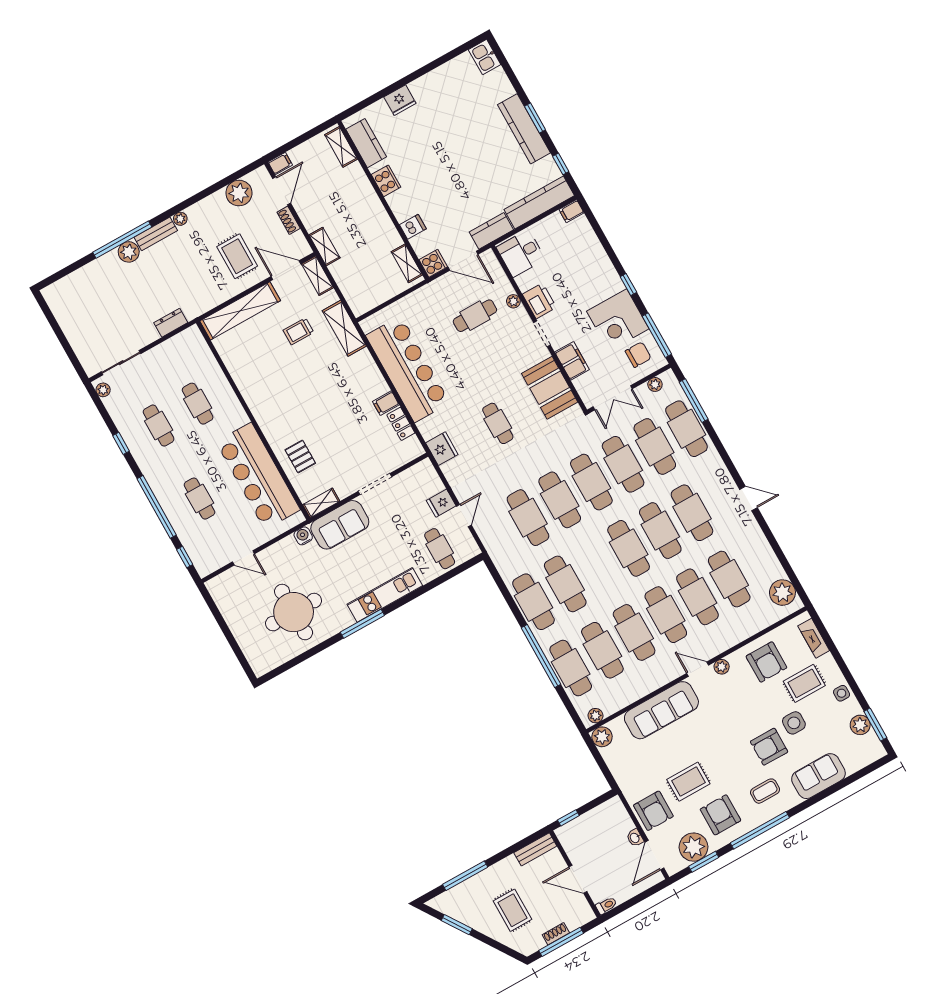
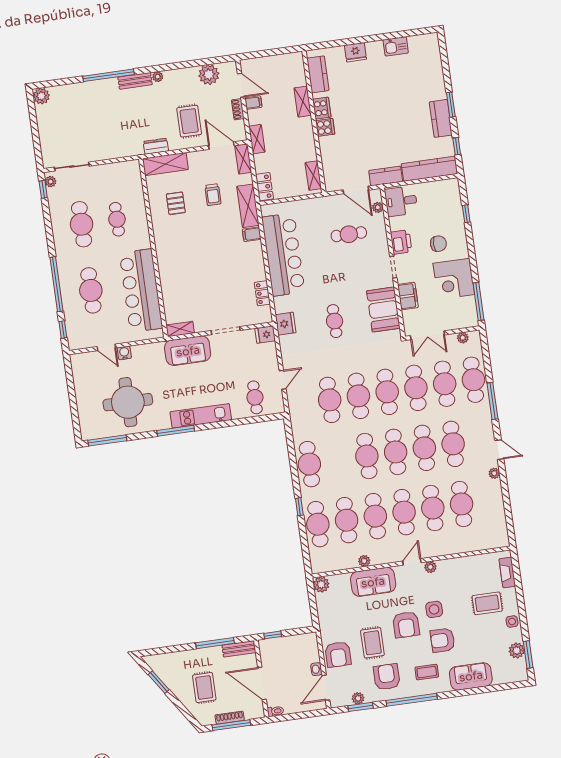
kitchen sink: (485, 57) -> (396, 46), moved, turned -90
kitchen counter: (524, 129) -> (441, 118), width x0.67
shelving: (341, 147) -> (303, 102), moved
filing cabinet: (280, 164) -> (253, 103), moved
door: (282, 191) -> (241, 85), hinge flipped
filing cabinet: (571, 211) -> (451, 184), removed
dishwasher: (413, 227) -> (328, 150), removed
plant: (129, 252) -> (41, 96), moved
cooker: (433, 263) -> (325, 127), moved
window: (628, 284) -> (466, 214), moved
locker: (355, 299) -> (264, 187), added
plant: (513, 301) -> (378, 207), moved
shelving: (240, 311) -> (165, 164), width x0.68
dresser: (171, 323) -> (156, 146), moved
trolley: (298, 331) -> (213, 195), turned -90
chair: (638, 355) -> (438, 244), moved
window: (694, 401) -> (492, 401), moved
filing cabinet: (386, 403) -> (252, 234), moved
cafe table: (159, 426) -> (82, 224), width x1.37, depth x1.35
window: (121, 443) -> (43, 189), moved
pallet: (300, 457) -> (176, 203), moved
cafe table: (200, 499) -> (91, 290), width x1.37, depth x1.35
fridge: (441, 503) -> (265, 335), moved
water cooler: (303, 536) -> (124, 353), moved
cafe table: (565, 584) -> (367, 456), moved
plant: (782, 593) -> (494, 473), moved, width x0.53, depth x0.53
window: (541, 656) -> (299, 507), width x0.32
armchair: (766, 662) -> (406, 625), moved
window: (287, 666) -> (107, 440), added
door: (698, 669) -> (412, 562), hinge flipped
sofa: (661, 710) -> (373, 582), width x0.73
plant: (596, 716) -> (364, 561), moved
side table: (794, 723) -> (434, 609), moved
rug: (688, 782) -> (372, 643), turned 90
plant: (693, 847) -> (358, 698), width x0.53, depth x0.53
window: (465, 876) -> (215, 643), moved
door: (578, 879) -> (262, 683), width x1.36
shoe rack: (556, 934) -> (230, 718), width x1.43

